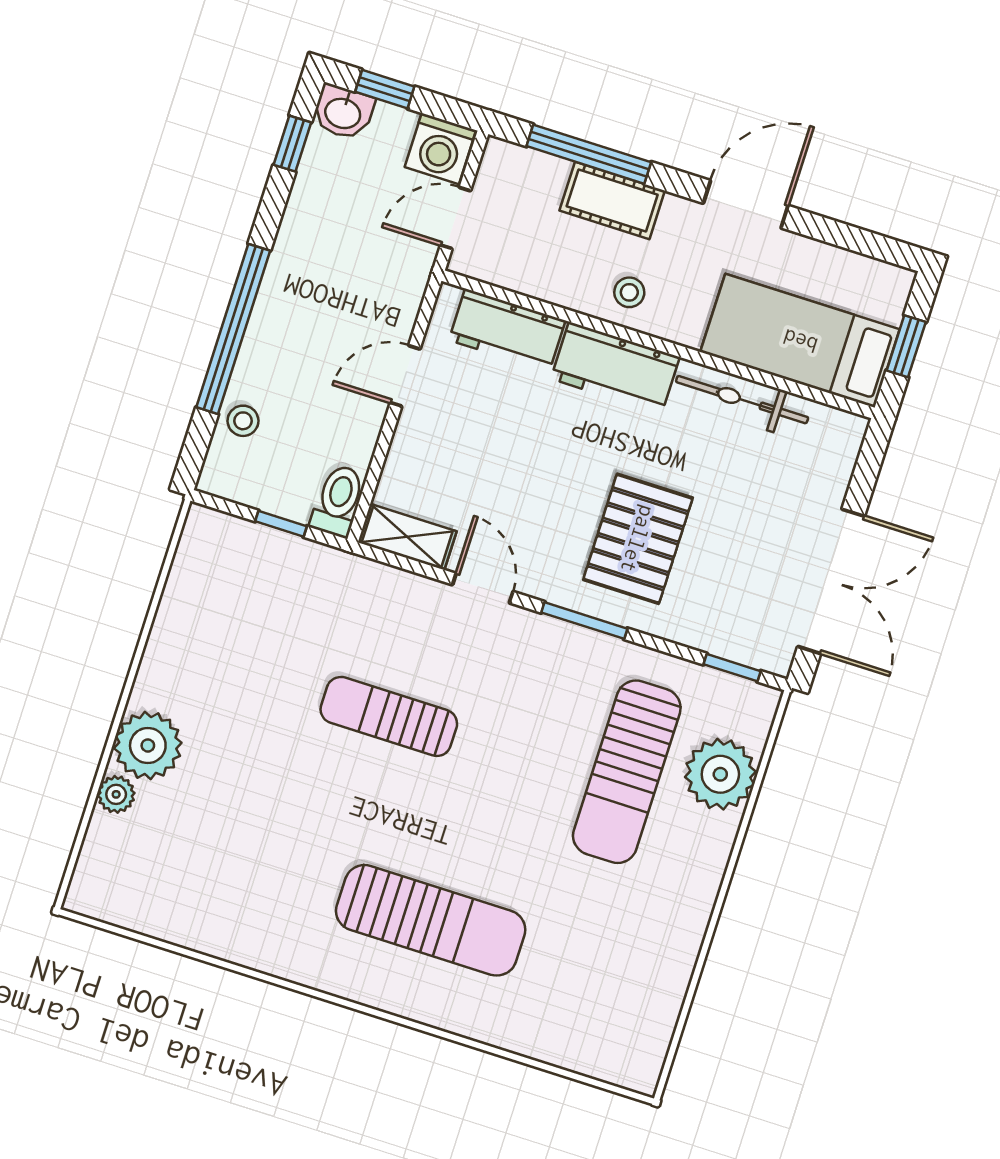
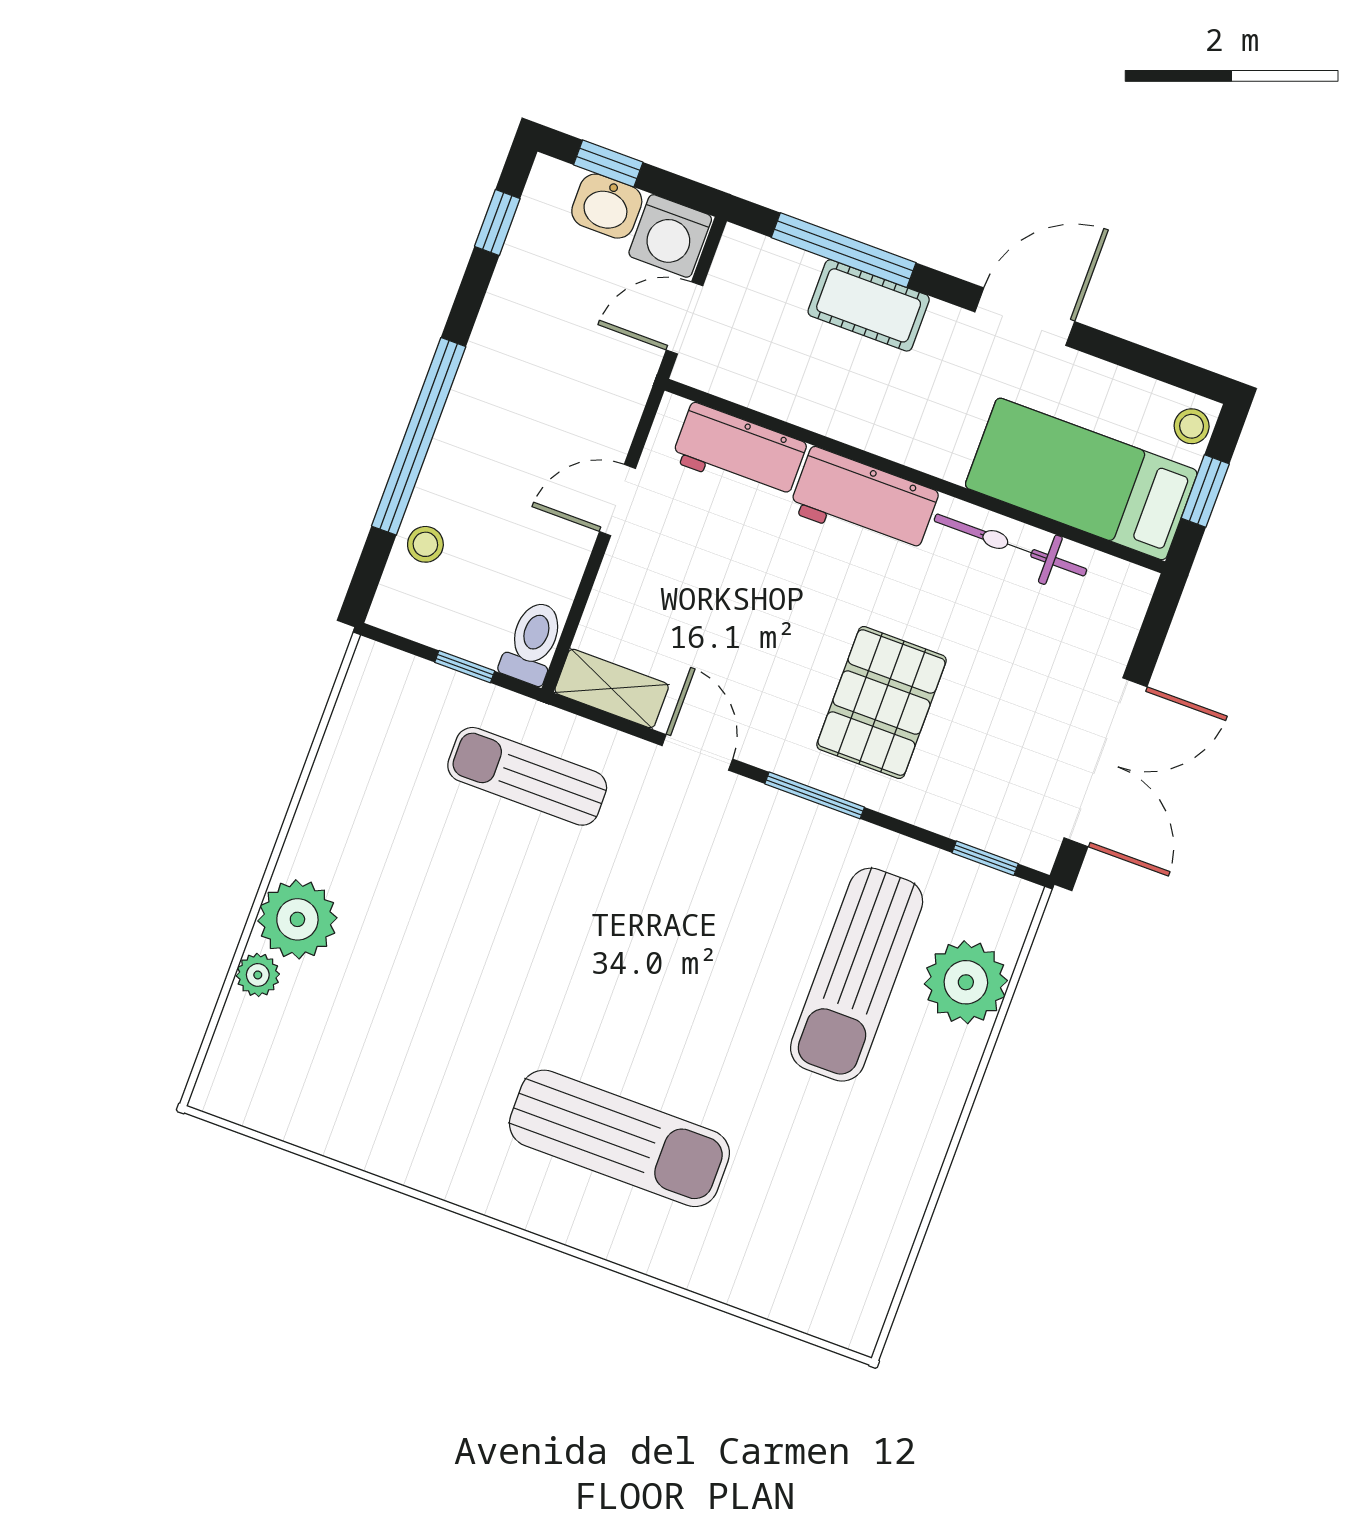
washbasin: (343, 112) -> (607, 206), moved
stool: (629, 292) -> (1192, 426), moved
sun lounger: (389, 716) -> (527, 776), moved

